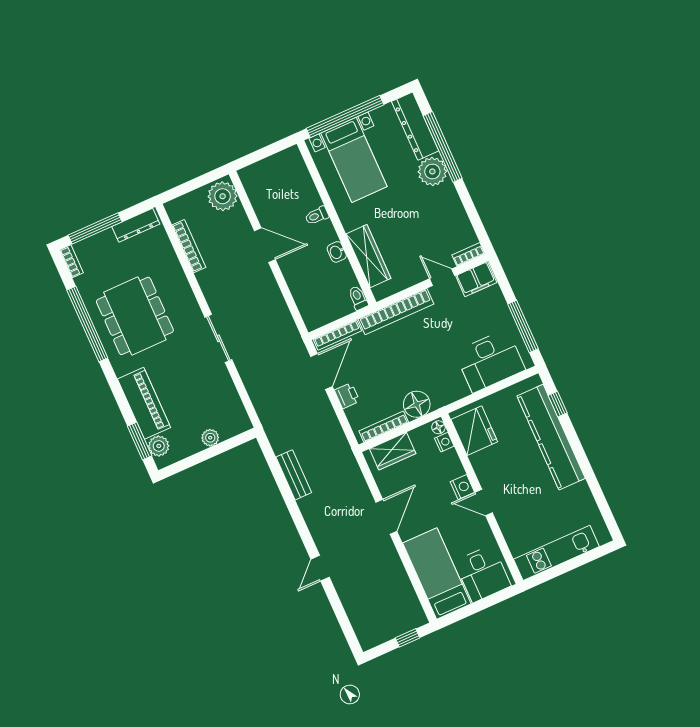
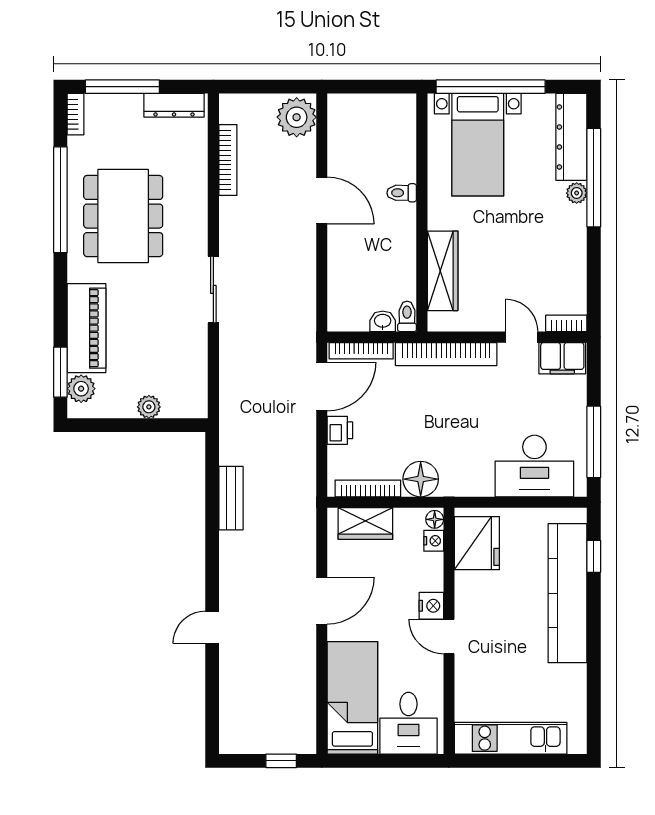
plant: (432, 171) -> (577, 193), width x0.53, depth x0.53
washbasin: (337, 252) -> (383, 321), moved, turned 90

